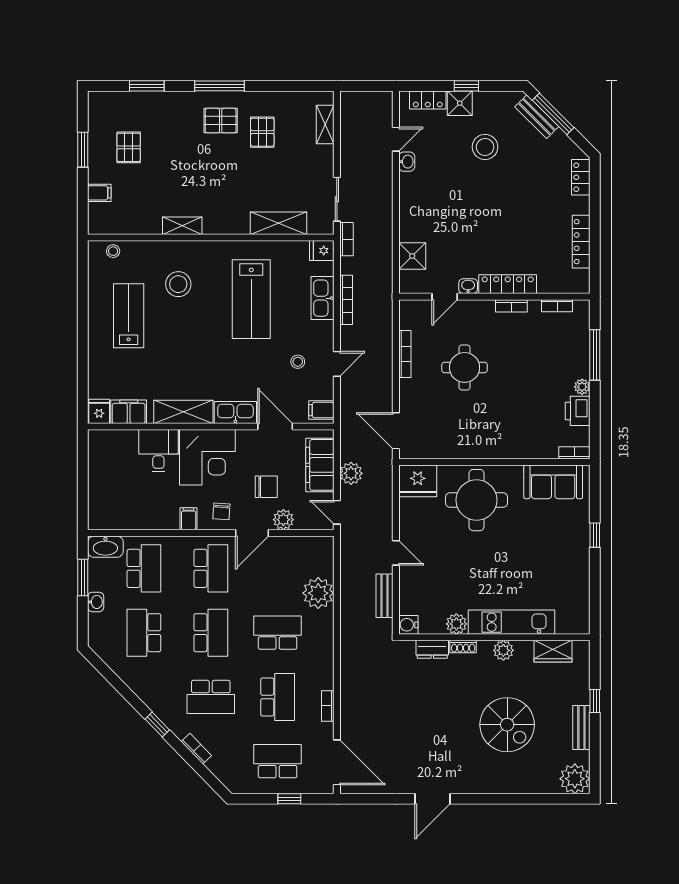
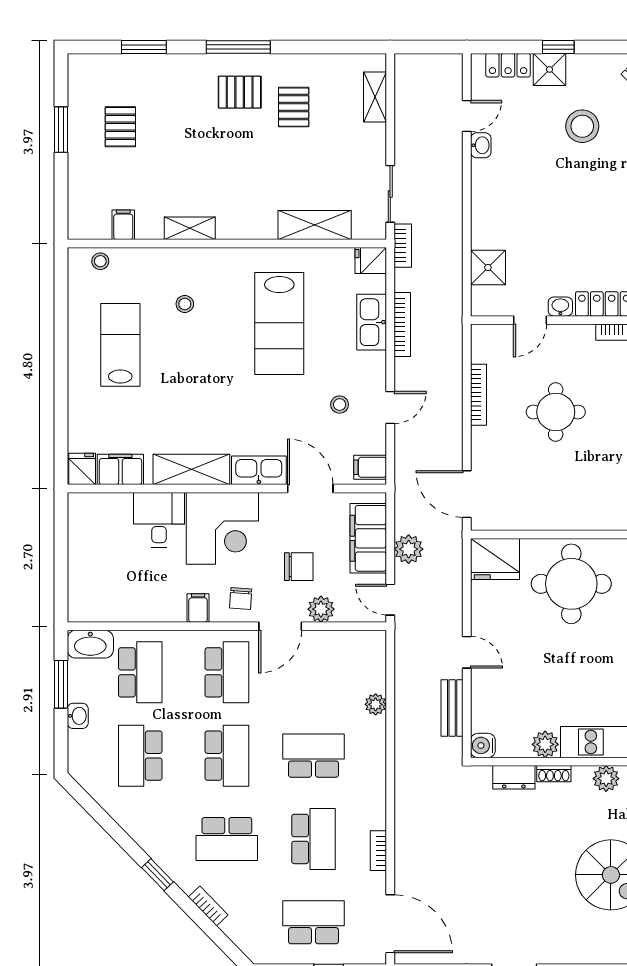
filing cabinet: (99, 193) -> (123, 225), moved, turned -90
stool: (178, 284) -> (185, 304), width x0.53, depth x0.53
plant: (318, 593) -> (376, 704), width x0.53, depth x0.53

